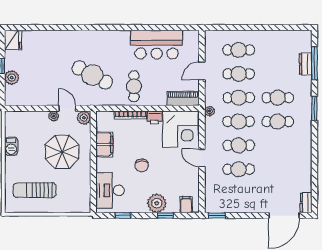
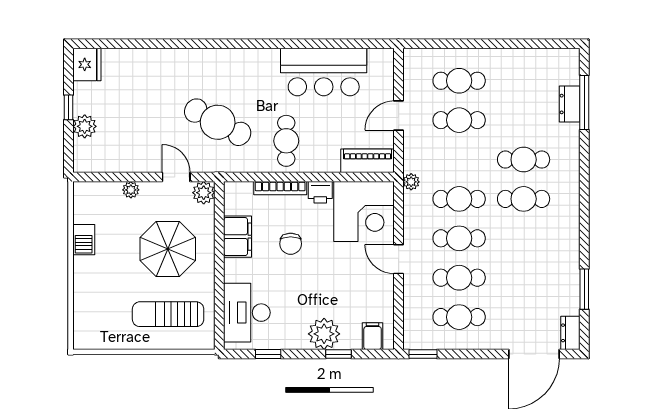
cafe table: (239, 98) -> (459, 317), moved
window: (314, 108) -> (584, 289), moved
plant: (54, 116) -> (131, 190), moved
chair: (142, 165) -> (291, 244), moved
sun lounger: (35, 190) -> (168, 314), moved

